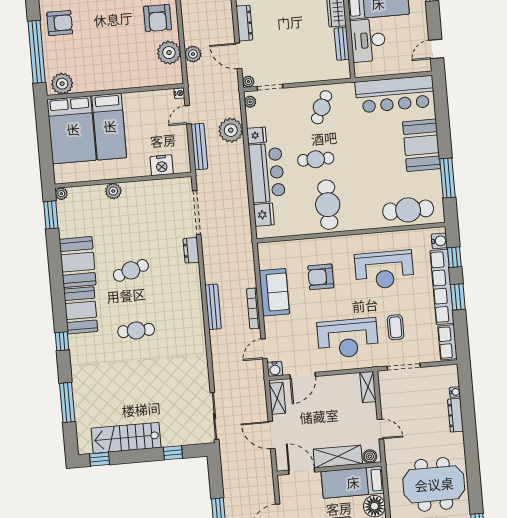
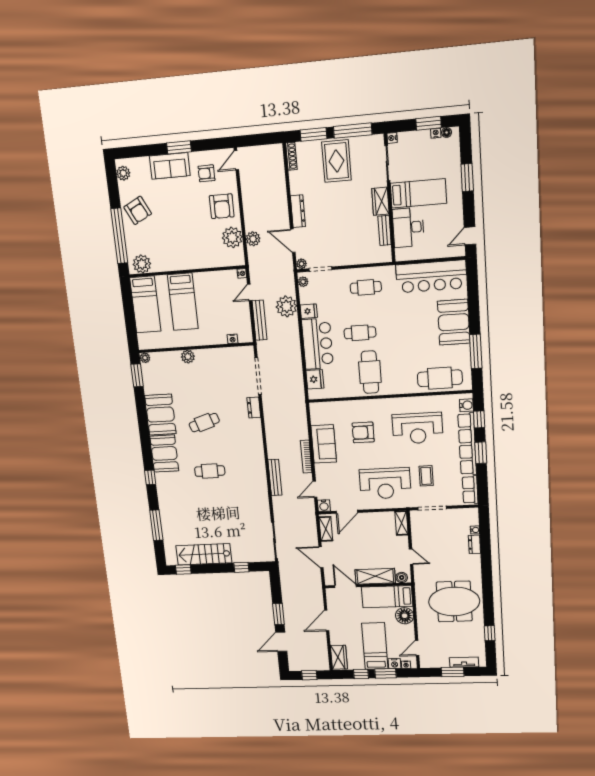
armchair: (60, 23) -> (138, 210), turned 63
cafe table: (322, 107) -> (366, 287), turned 64
bed: (72, 130) -> (145, 305), width x0.67
nightstand: (162, 165) -> (233, 339), width x0.53, depth x0.56
bench: (213, 307) -> (275, 477), moved
dresser: (455, 415) -> (474, 544), width x0.70

